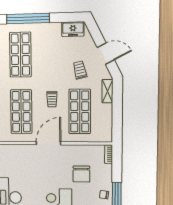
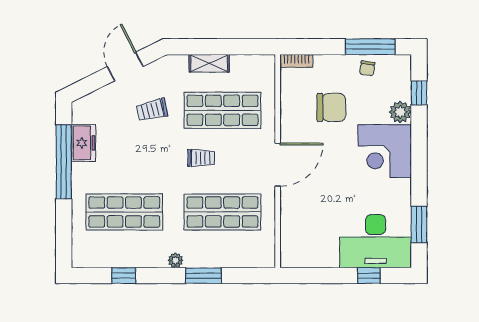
window: (28, 19) -> (64, 162), moved
freezer: (73, 29) -> (83, 143), moved
shelving: (107, 91) -> (209, 63), moved
door: (48, 143) -> (278, 165), swing flipped

